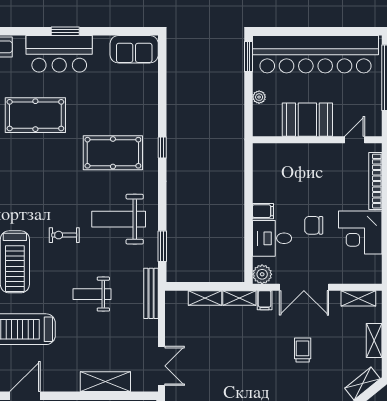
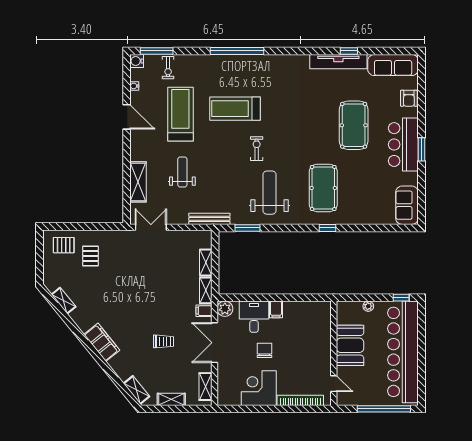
window: (248, 56) -> (401, 298), width x0.67
weight bench: (92, 294) -> (182, 172), moved
double door: (161, 366) -> (151, 227), swing flipped

